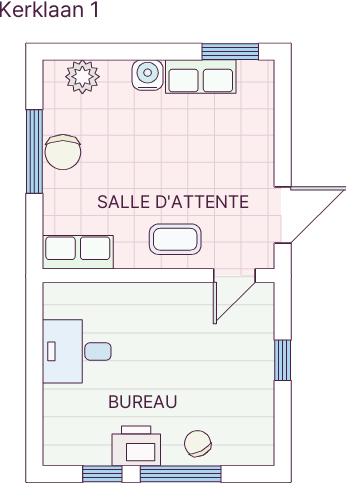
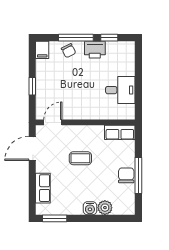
plant: (82, 77) -> (105, 208), moved
row of seats: (201, 77) -> (43, 188), moved, turned 90
coffee table: (175, 239) -> (80, 158), moved
filing cabinet: (259, 445) -> (42, 50), added

